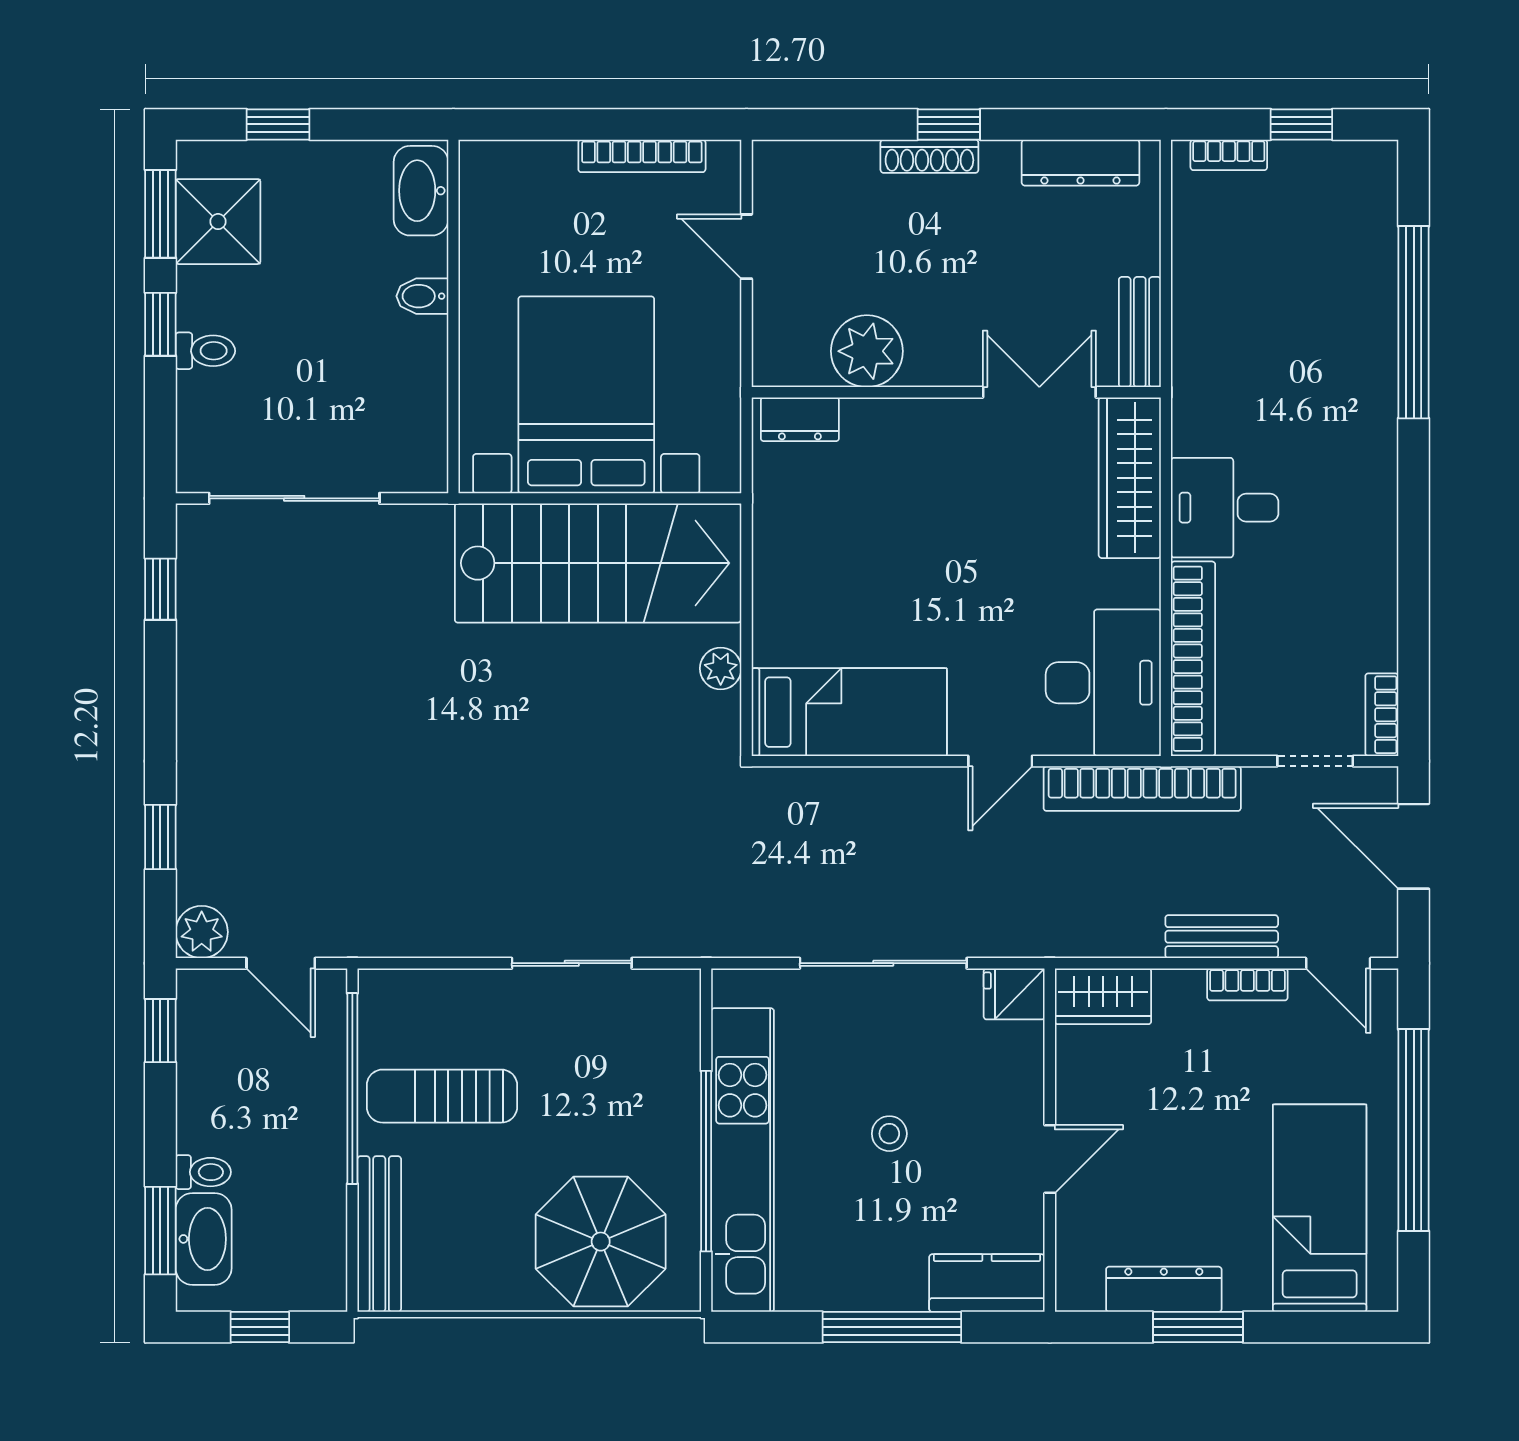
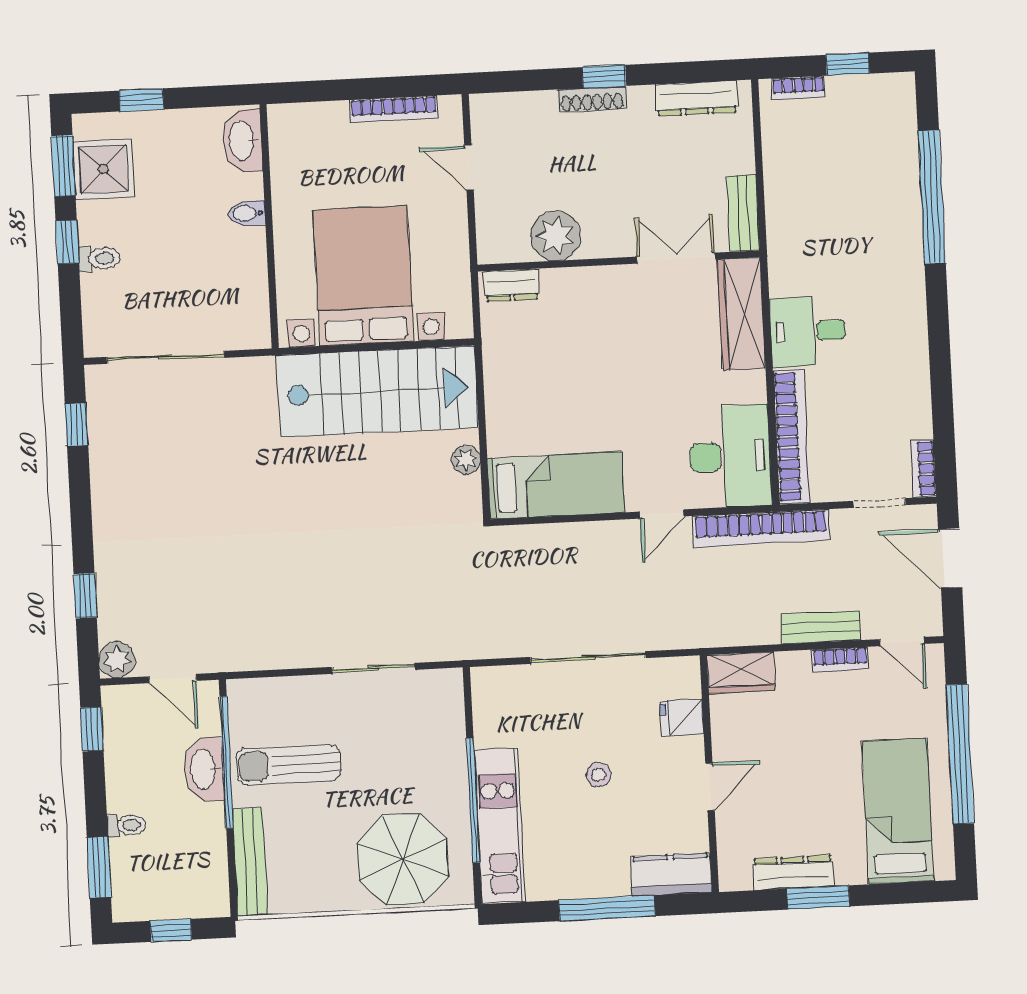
fridge: (1014, 994) -> (682, 718), moved
kitchen unit: (743, 1160) -> (500, 826), width x0.73
washbasin: (204, 1239) -> (204, 769), moved, turned 180

